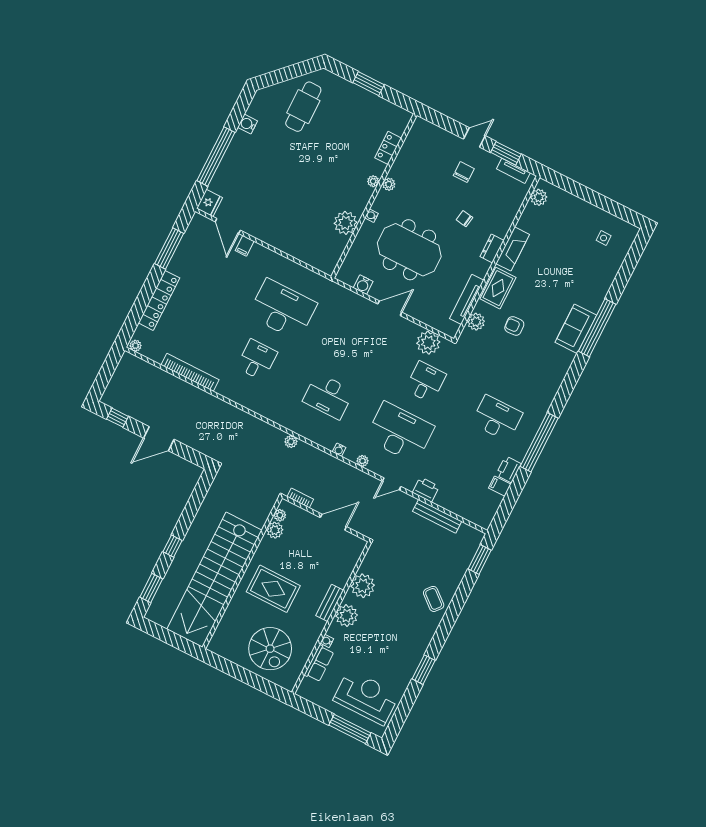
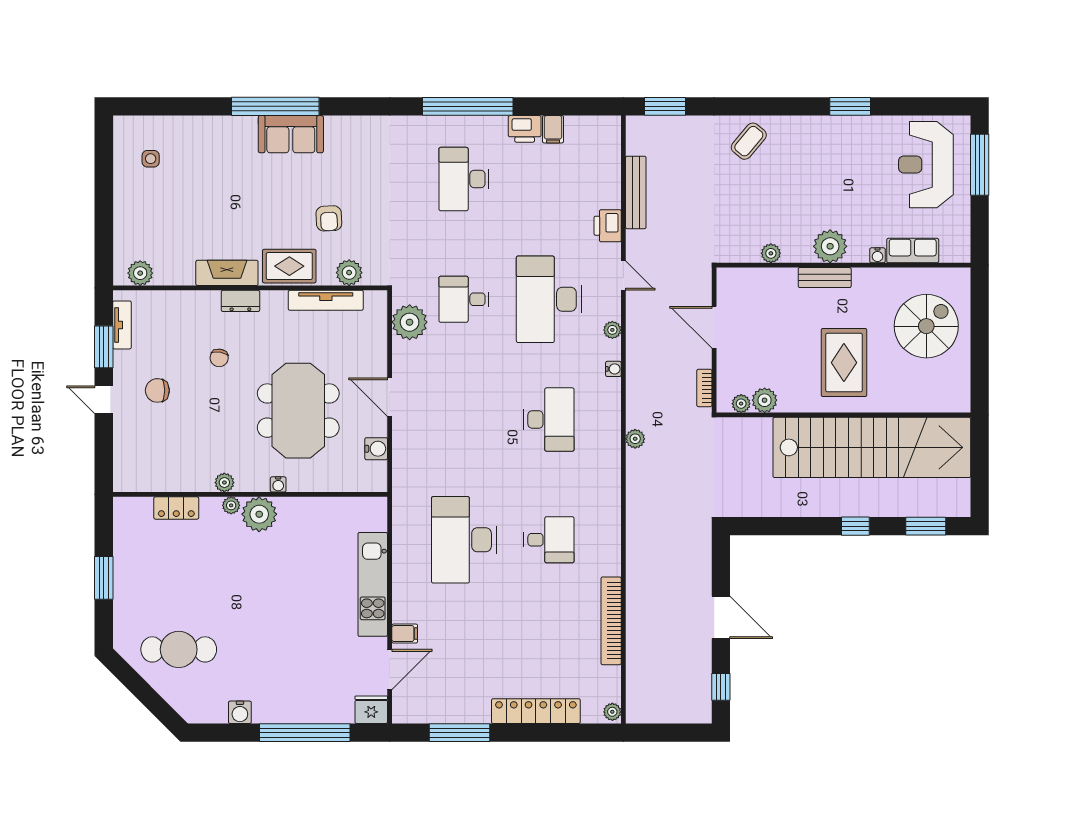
plant: (345, 223) -> (259, 514), moved
kitchen unit: (283, 242) -> (373, 584), added
desk: (257, 360) -> (549, 540), turned 180
plant: (363, 586) -> (771, 253), width x0.53, depth x0.53

